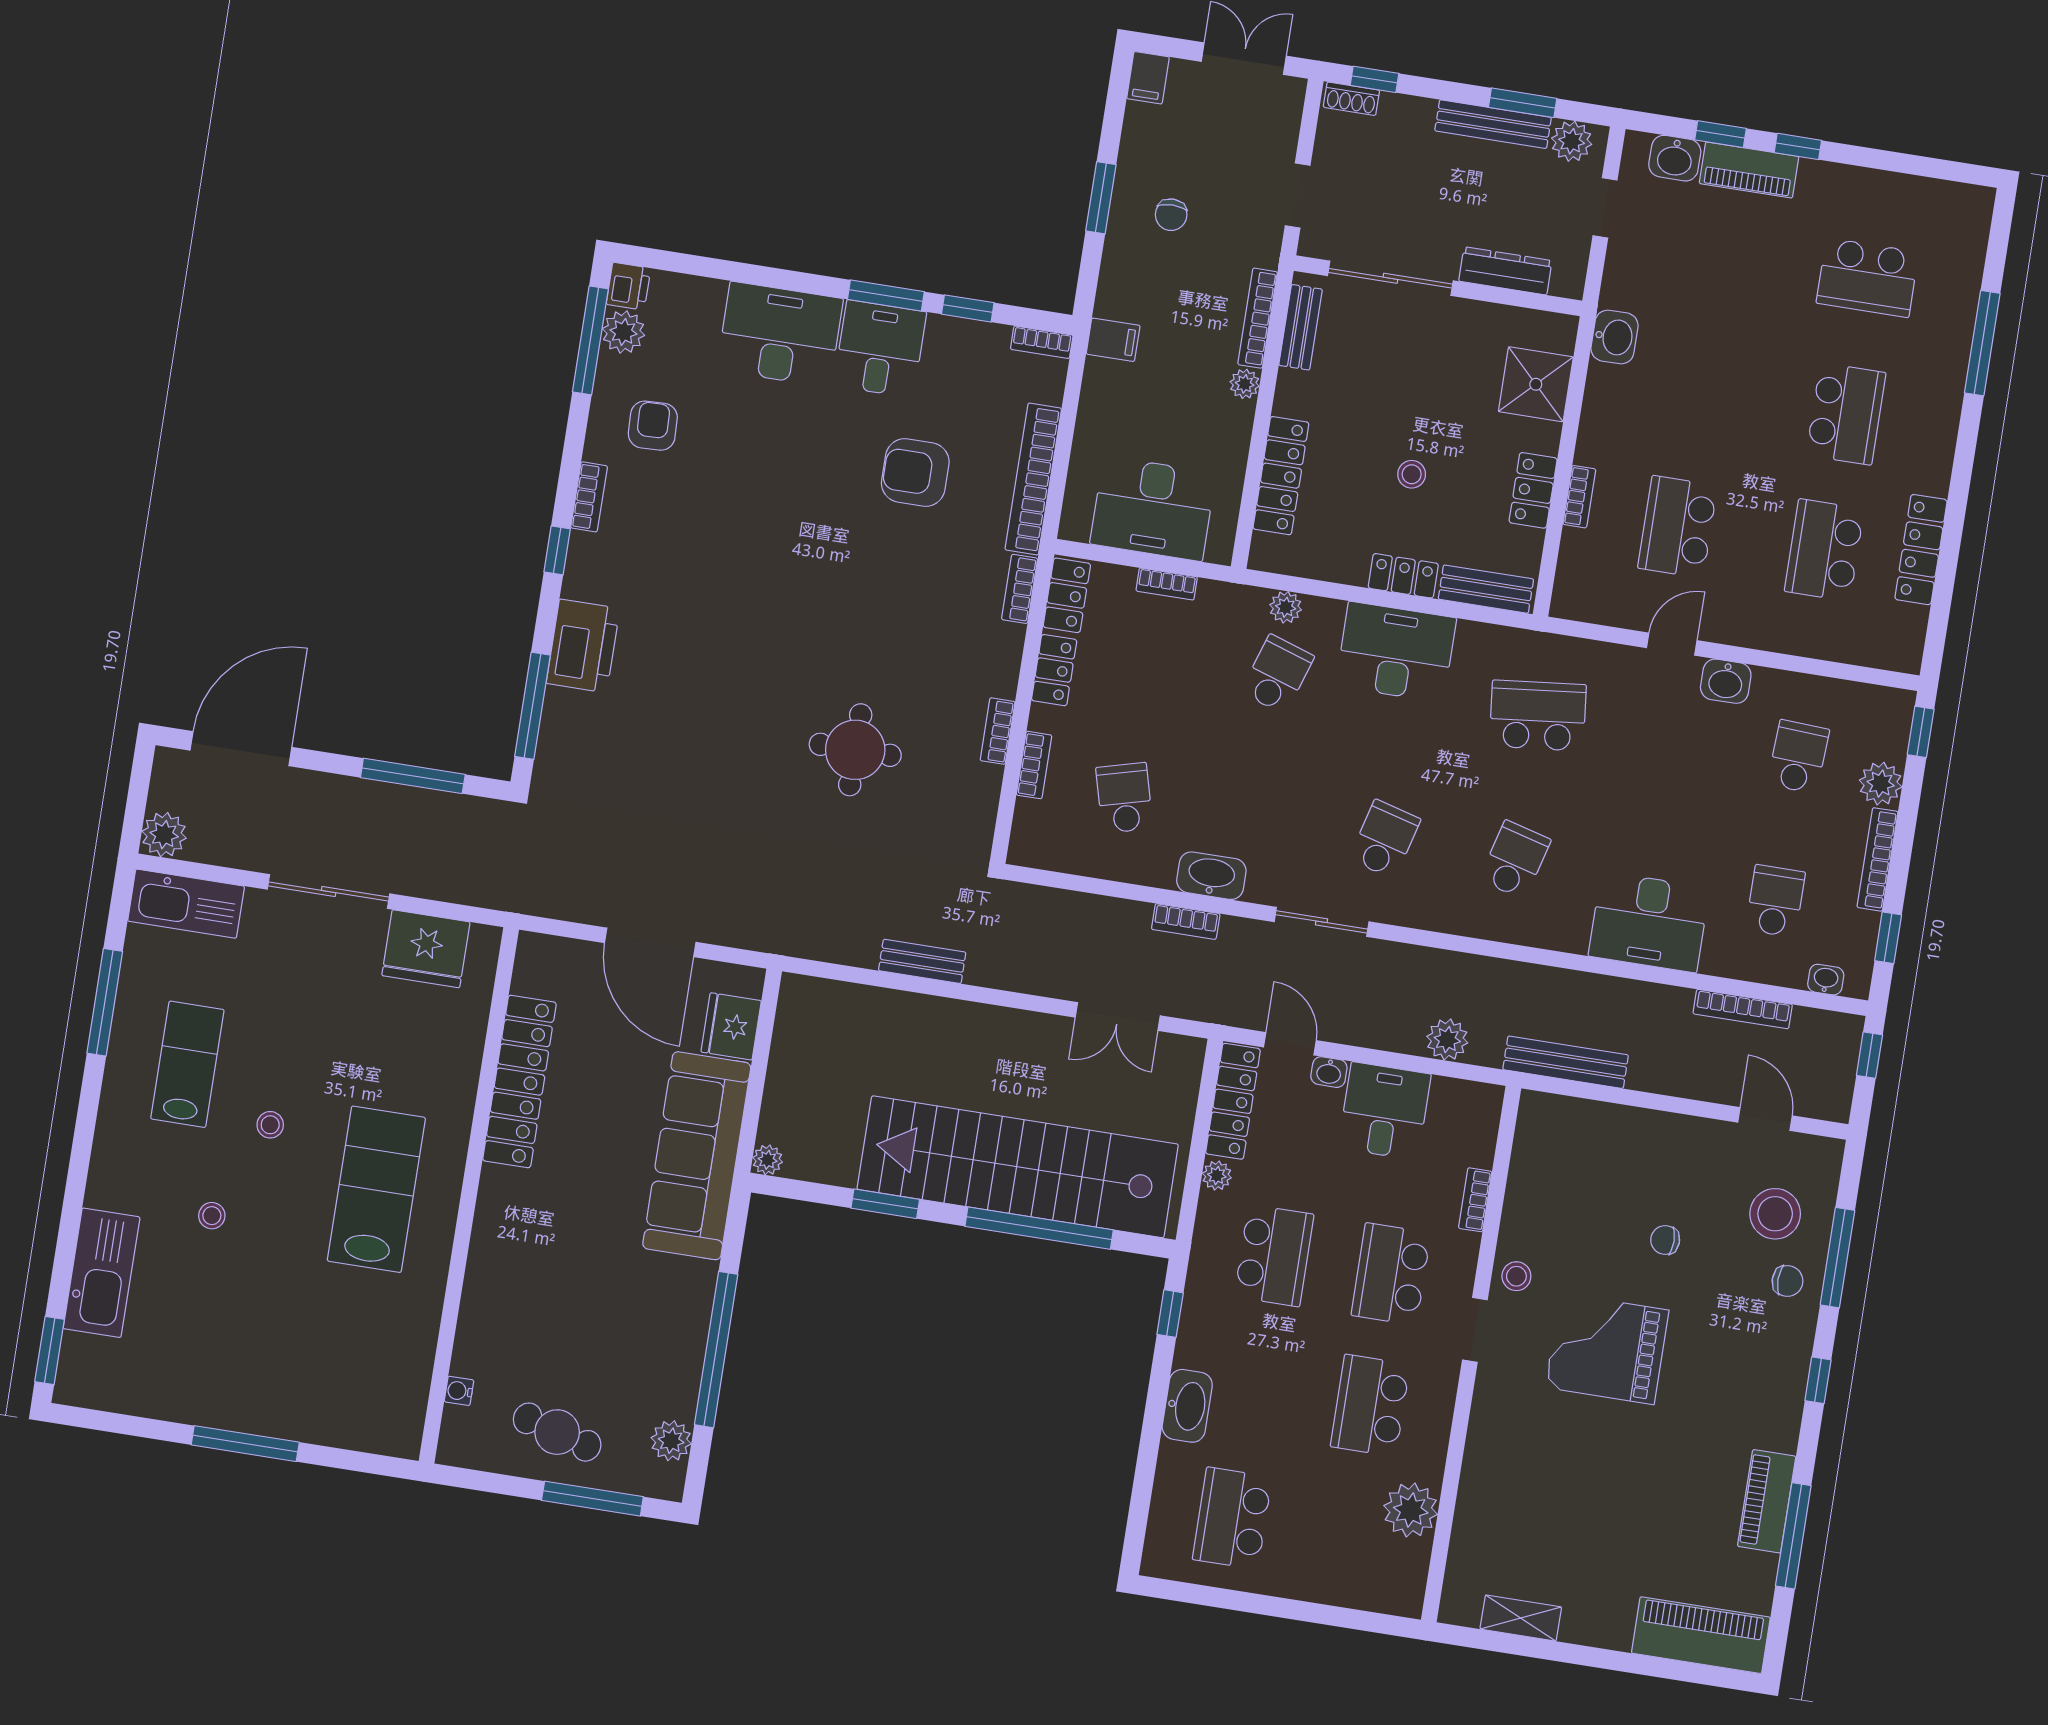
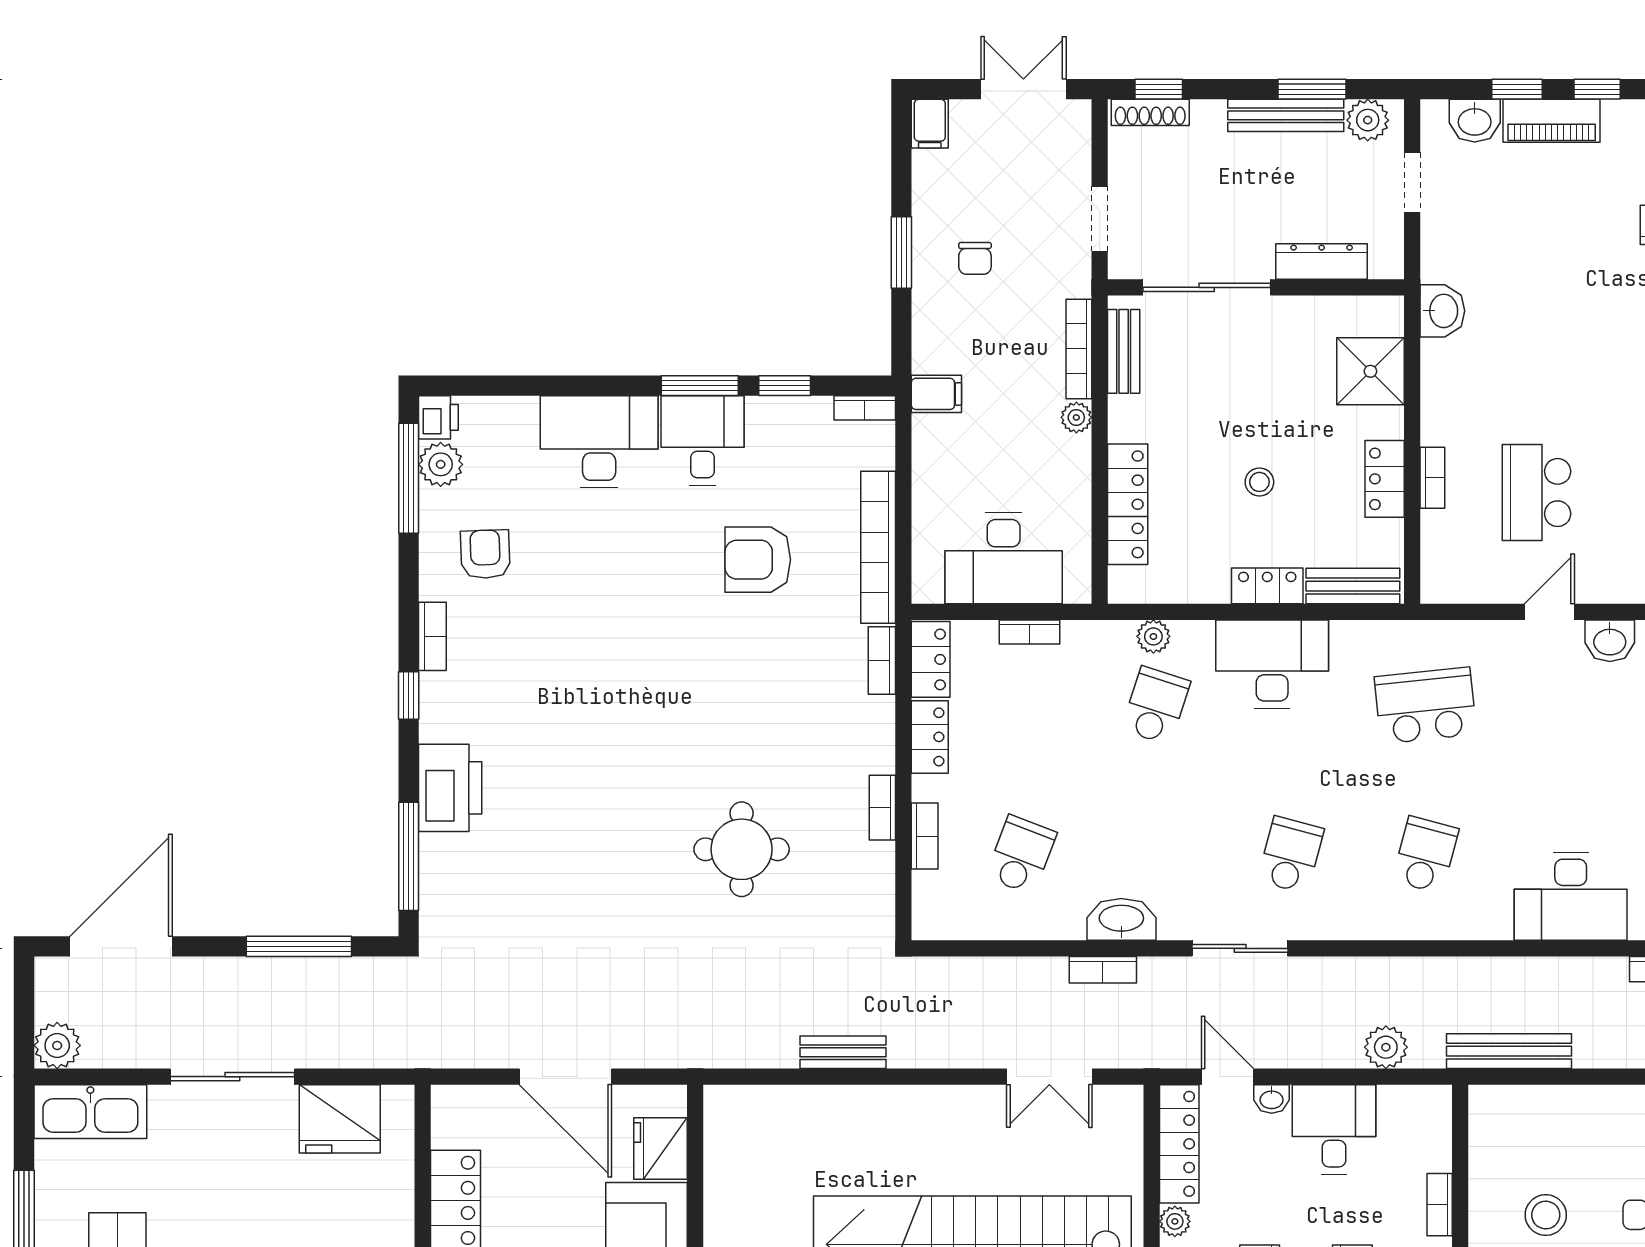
shoe rack: (1351, 99) -> (1150, 112), width x1.43
school desk: (1124, 798) -> (1021, 855), turned 36
stool: (1576, 1226) -> (1546, 1215), added

